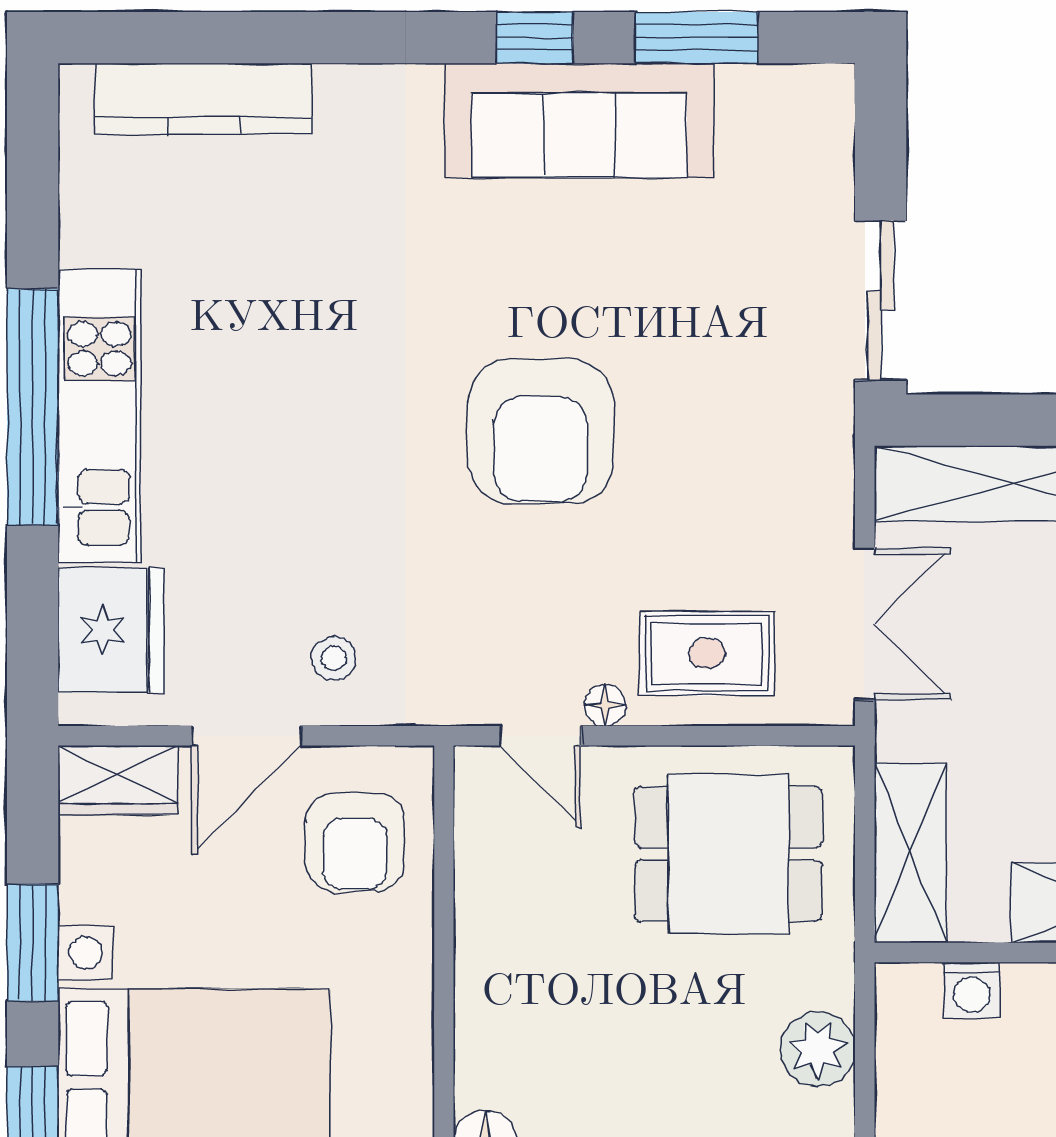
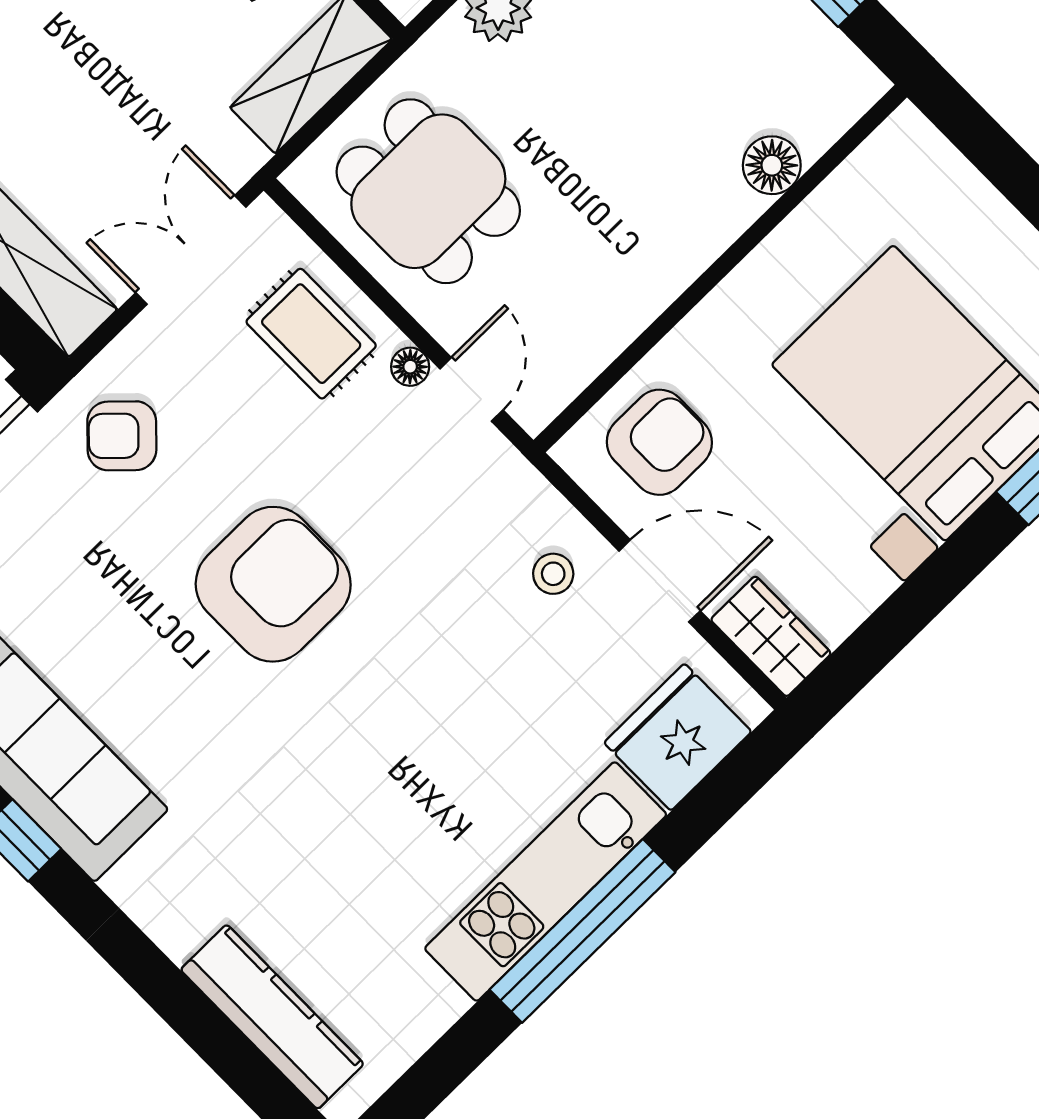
armchair: (772, 427) -> (122, 436), added
window: (33, 943) -> (931, 588), removed

